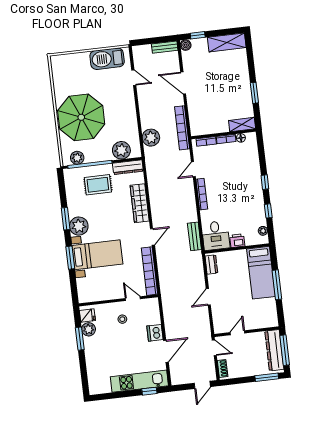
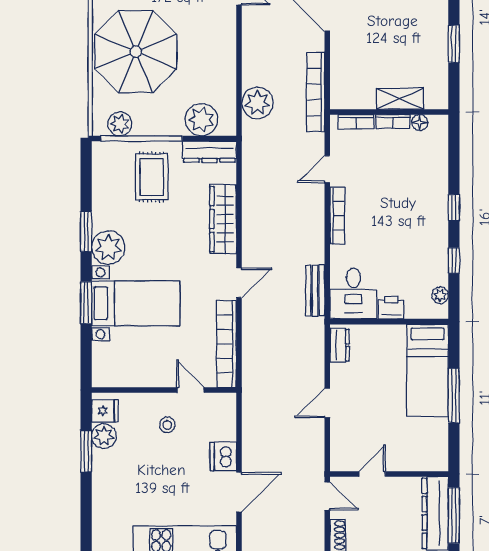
shelving: (242, 125) -> (400, 99), moved
rug: (98, 185) -> (152, 177), turned 90

